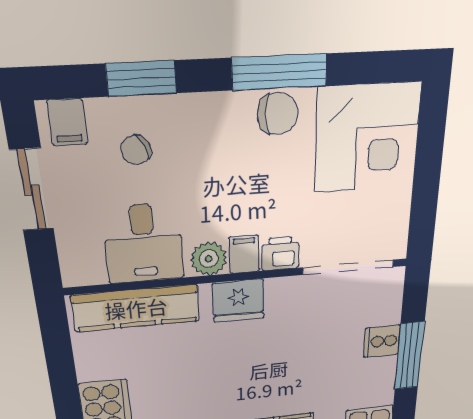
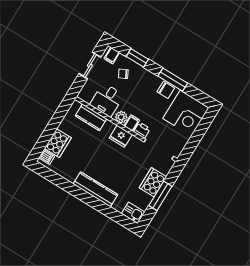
kitchen counter: (136, 308) -> (91, 117), width x0.67
cooker: (382, 341) -> (153, 182), width x1.87, depth x1.31

